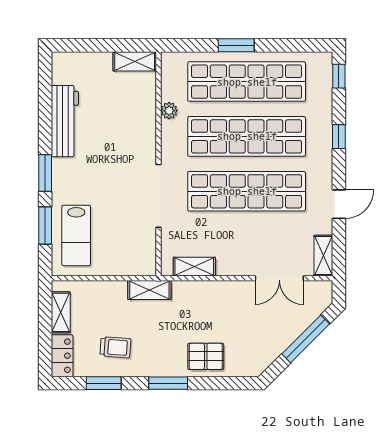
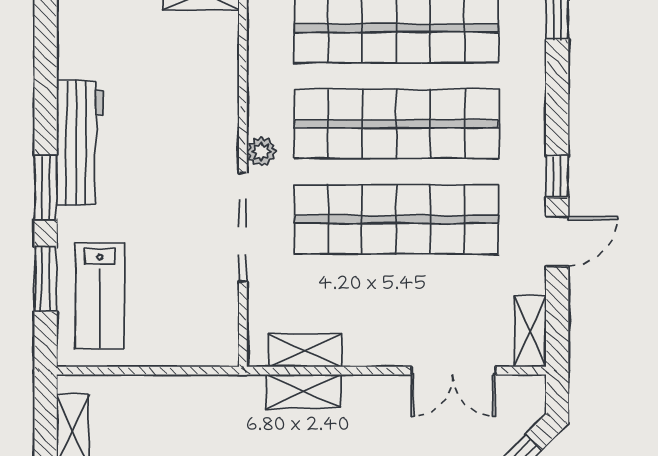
plant: (169, 111) -> (261, 152), moved
workbench: (65, 121) -> (80, 143), moved
window: (339, 137) -> (557, 176), moved
shelving: (149, 290) -> (304, 391), moved

